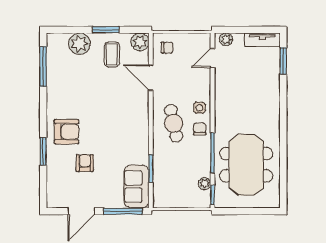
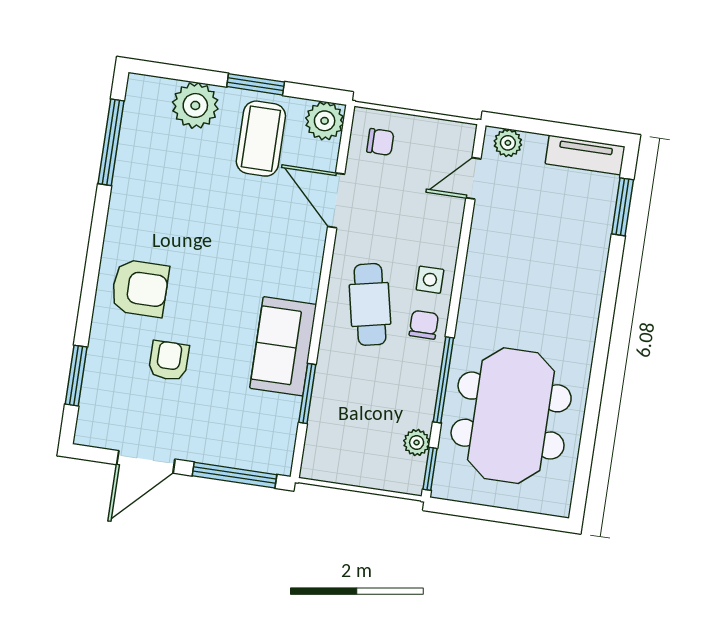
coffee table: (112, 54) -> (261, 139), width x1.36, depth x1.30
window: (43, 151) -> (76, 376), moved
sofa: (136, 186) -> (283, 346), moved

